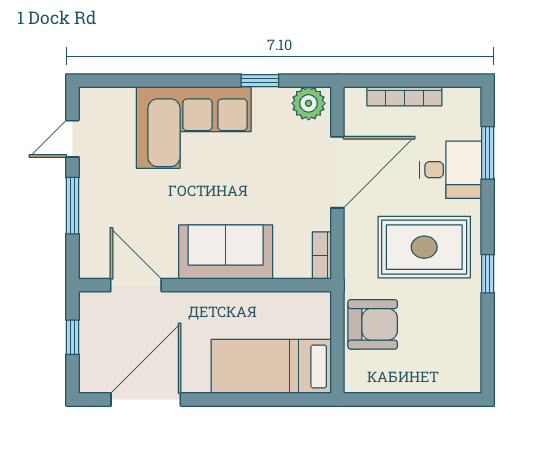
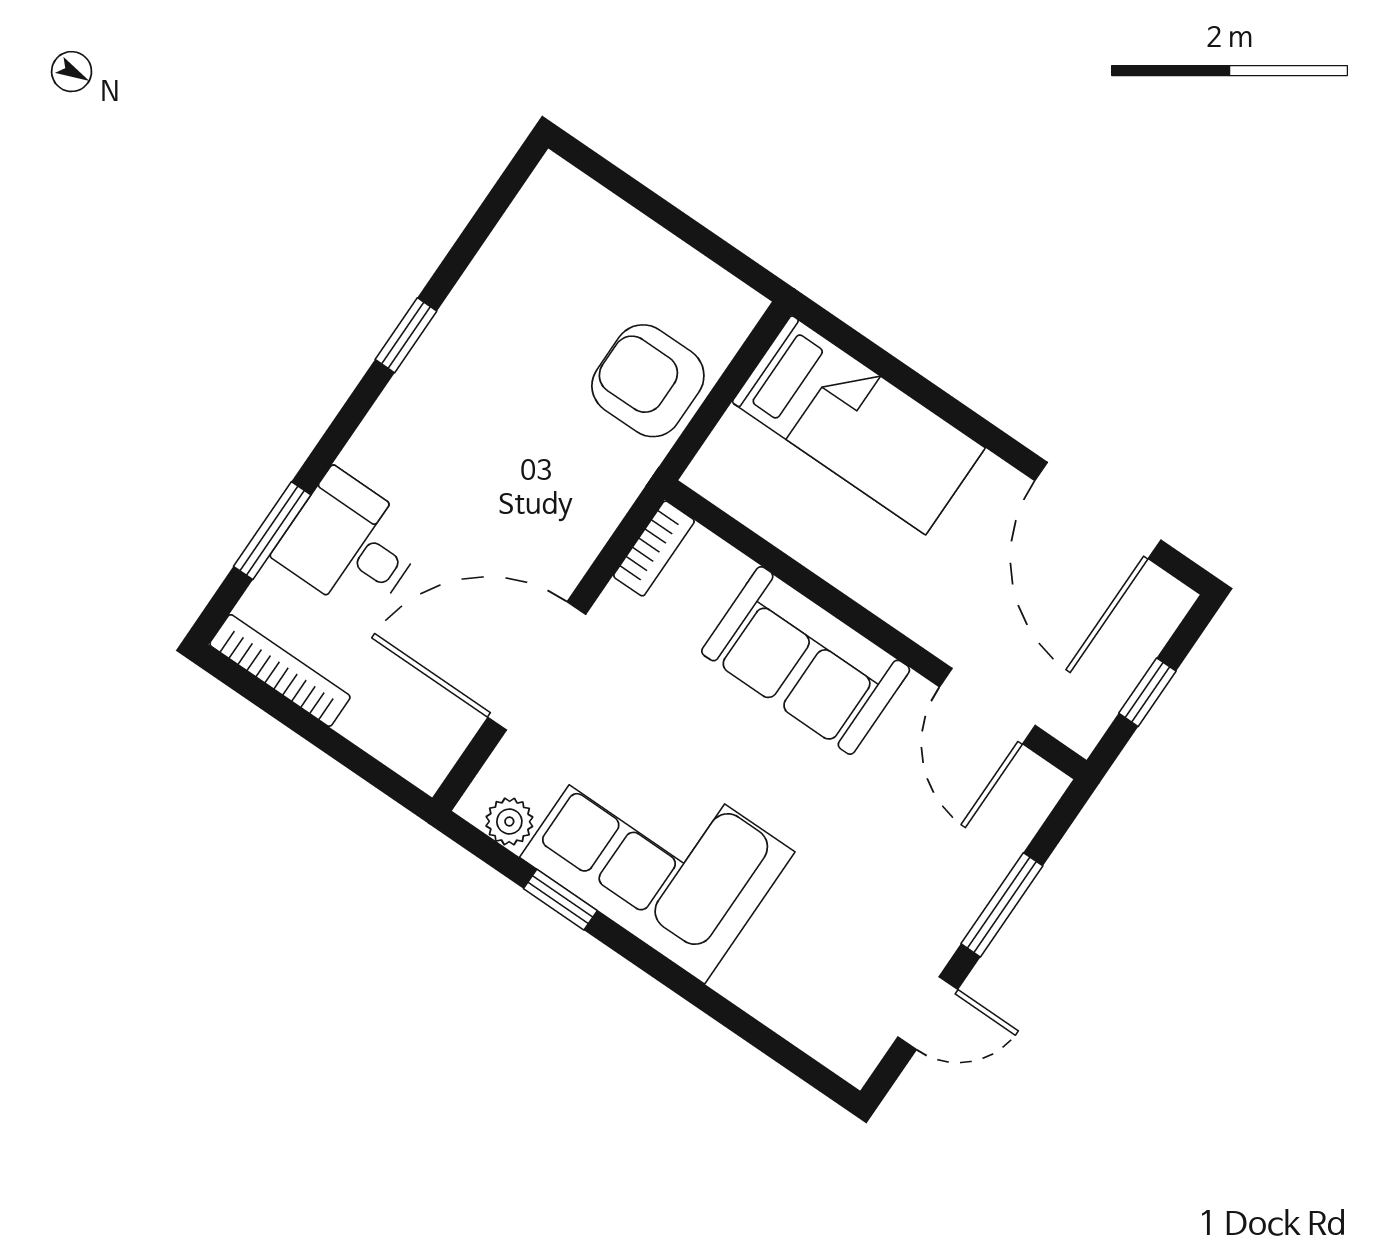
bookcase: (404, 96) -> (280, 670), moved
plant: (309, 103) -> (509, 822), width x0.73, depth x0.73
corner sofa: (194, 127) -> (657, 855), moved
rug: (424, 247) -> (479, 449), removed
door: (146, 399) -> (1098, 510), hinge flipped

